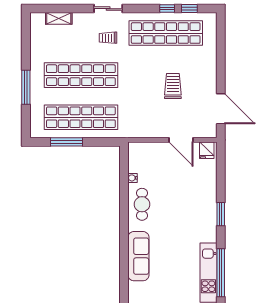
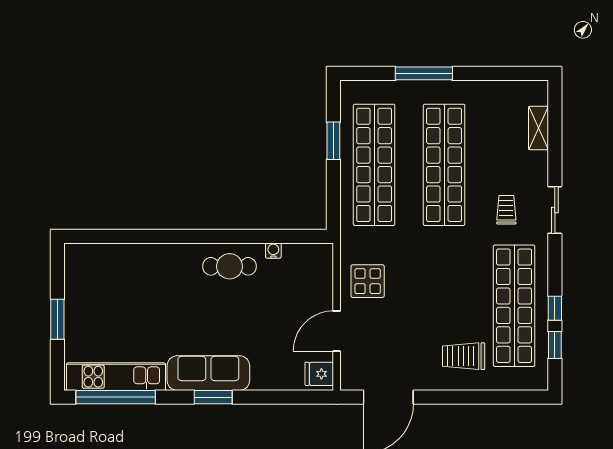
trolley: (173, 86) -> (464, 356), moved, turned 180
display table: (151, 121) -> (368, 281), added
window: (66, 142) -> (333, 141), width x0.69
sofa: (138, 256) -> (208, 373), moved, turned 180

